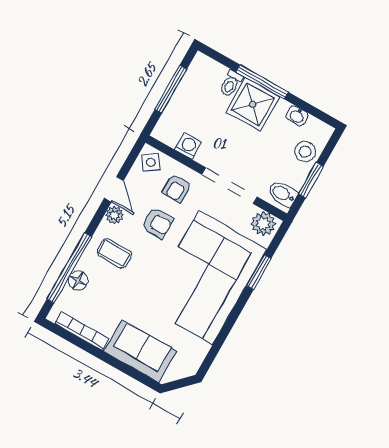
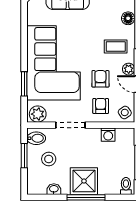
toilet: (231, 83) -> (126, 186), moved
stool: (305, 152) -> (49, 159), moved
doorway: (229, 186) -> (70, 125), width x0.73
armchair: (157, 223) -> (100, 79), turned 90

